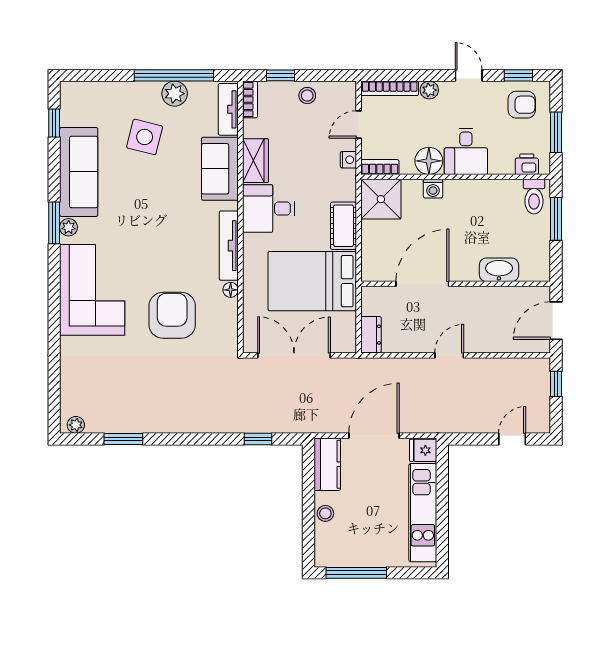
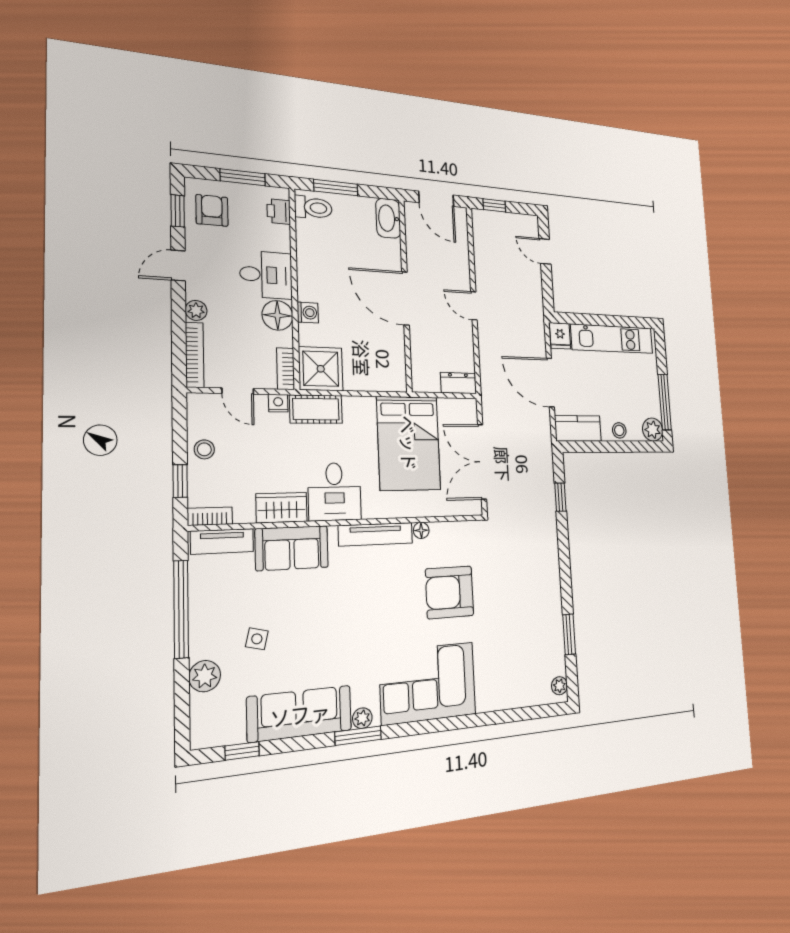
plant: (175, 94) -> (205, 676), moved
side table: (145, 137) -> (257, 639), width x0.54, depth x0.54
cot: (343, 226) -> (316, 409), moved
washbasin: (499, 270) -> (388, 218), moved
door: (422, 284) -> (406, 298), moved
plant: (326, 555) -> (653, 430), added

